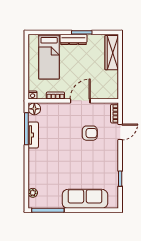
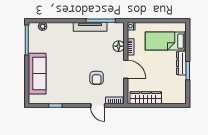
wardrobe: (112, 53) -> (146, 98), moved
floor lamp: (34, 109) -> (119, 46), moved
tv unit: (33, 135) -> (90, 27), width x1.41

